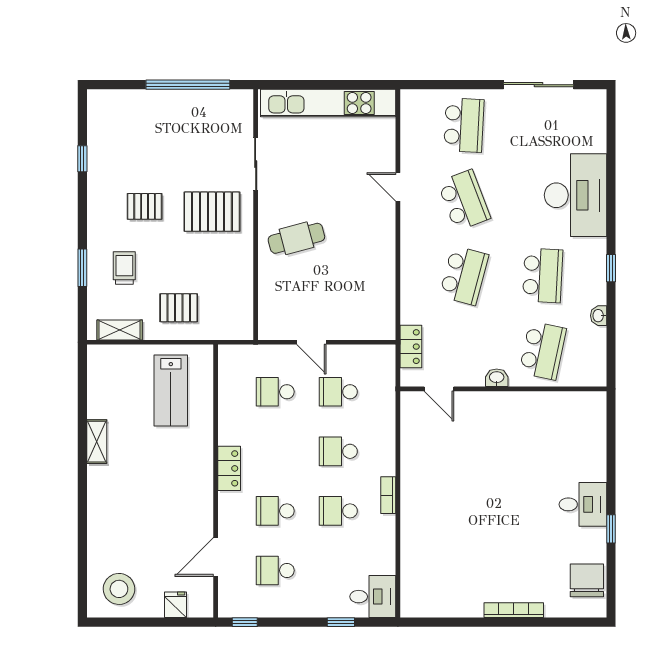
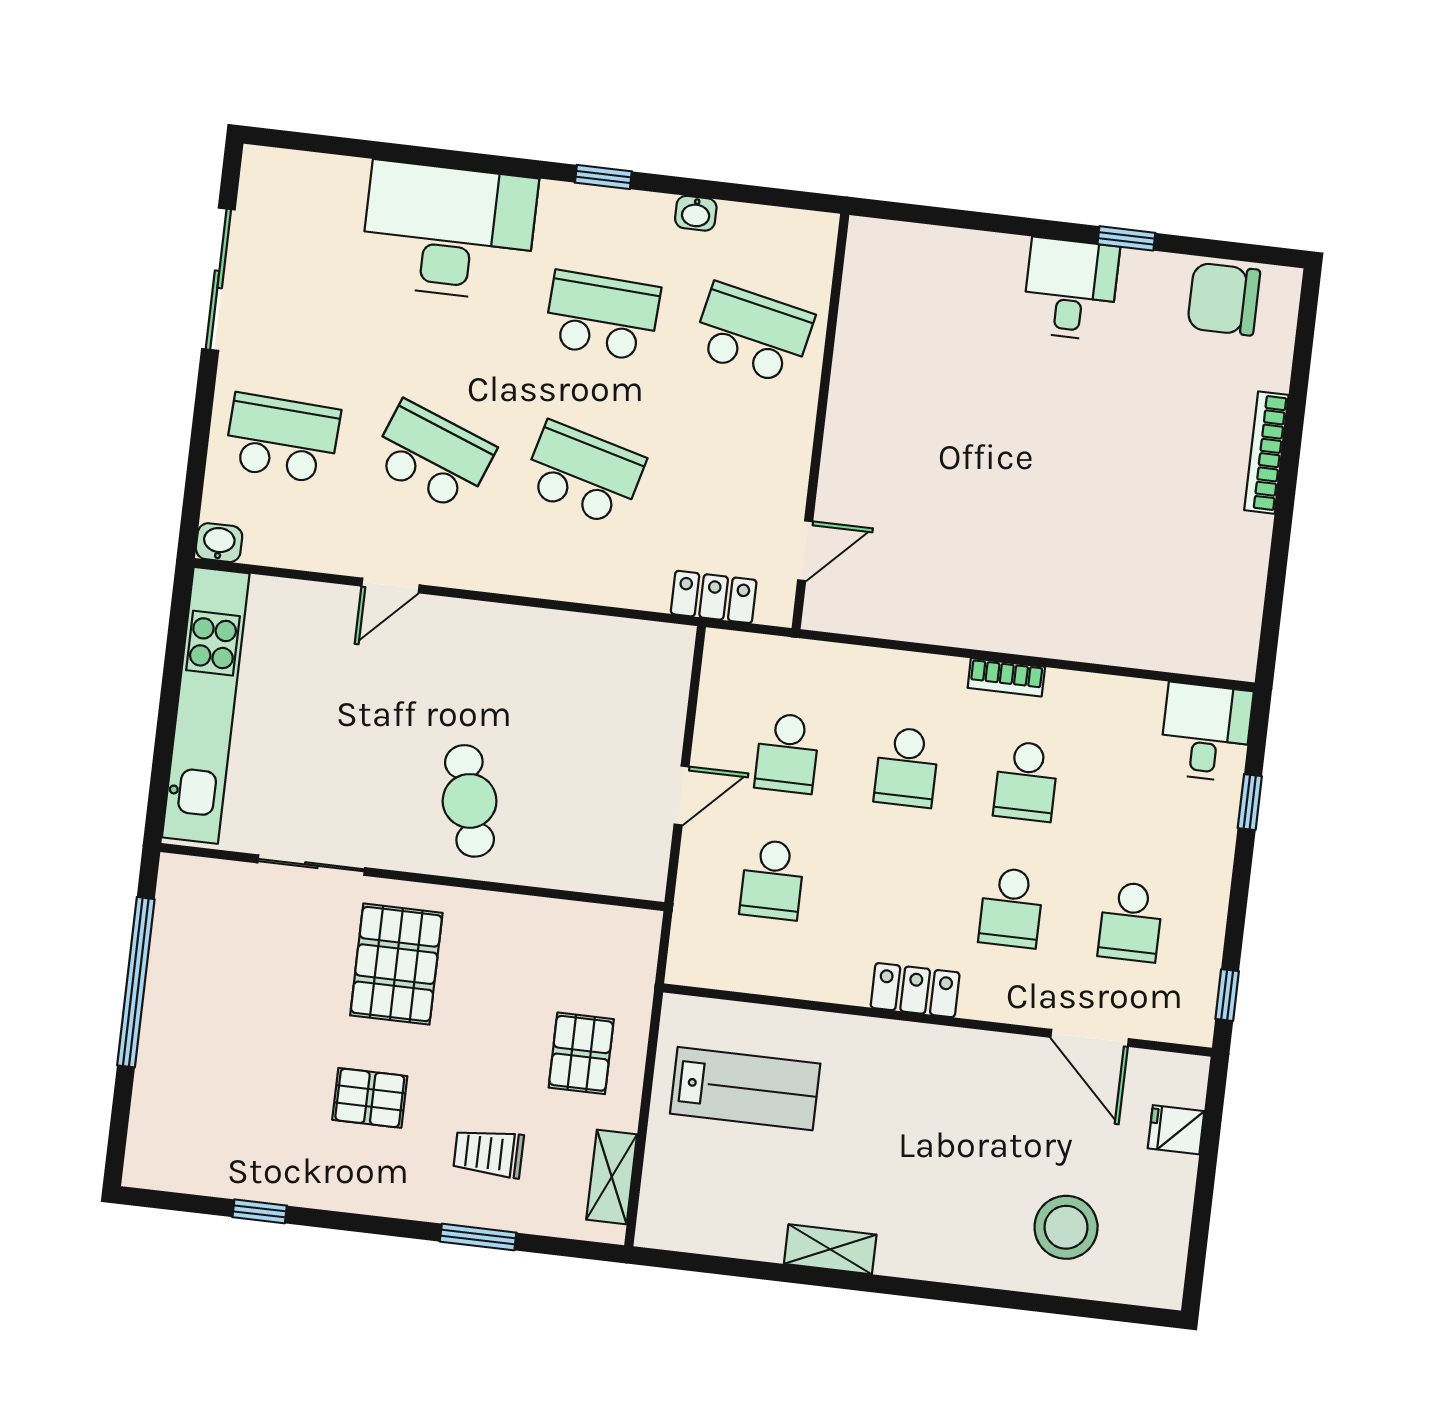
school desk: (464, 200) -> (433, 456), turned 42
pallet: (145, 206) -> (370, 1098), turned 90
washbasin: (497, 378) -> (219, 543), moved, turned 90
stool: (119, 589) -> (1066, 1227), moved

